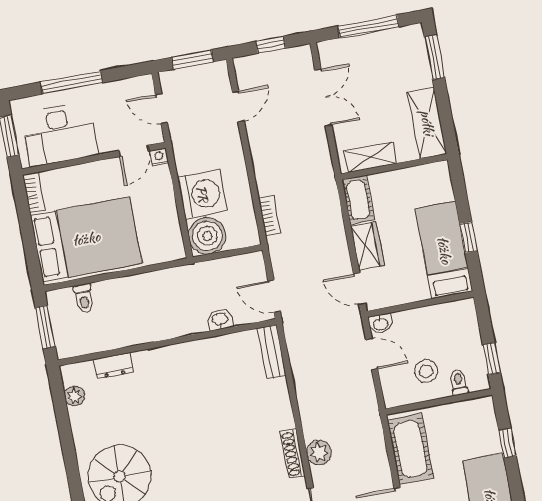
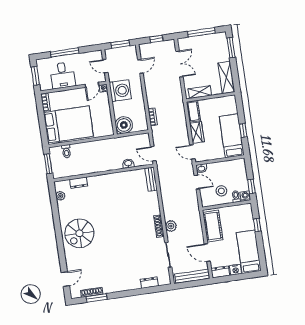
desk: (60, 134) -> (63, 75), width x0.73
washing machine: (202, 194) -> (120, 91), moved
washing machine: (479, 381) -> (245, 196), added

